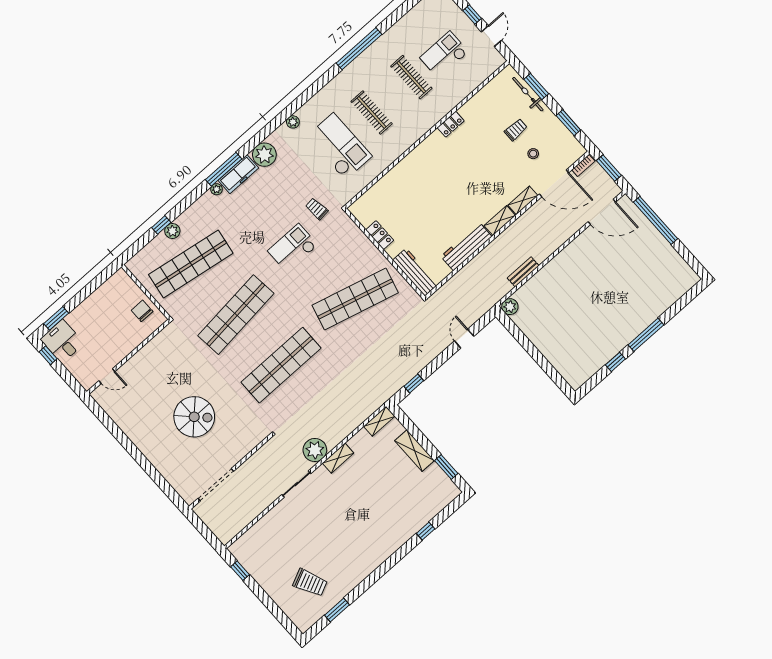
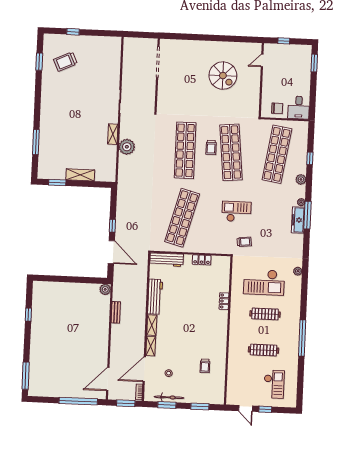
checkout: (444, 55) -> (274, 384), moved
bicycle: (528, 94) -> (169, 397), moved
locker: (451, 124) -> (224, 301), moved
trolley: (516, 130) -> (205, 366), moved
plant: (264, 155) -> (295, 242), removed
plant: (172, 231) -> (301, 179), moved
checkout: (293, 248) -> (237, 212), turned -90
window: (646, 335) -> (26, 376), moved
door: (464, 339) -> (111, 252), width x1.88
desk: (62, 341) -> (299, 108), moved, turned 90
trolley: (251, 341) -> (211, 147), added
window: (48, 355) -> (284, 41), moved
window: (414, 383) -> (112, 226), moved
spiral stairs: (194, 417) -> (223, 76), moved, turned -90
shelving: (379, 421) -> (111, 171), removed
plant: (315, 450) -> (127, 147), moved
window: (426, 531) -> (36, 142), width x2.17
window: (240, 571) -> (73, 32), moved

